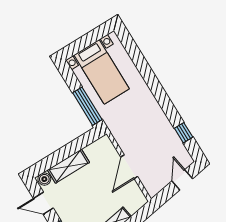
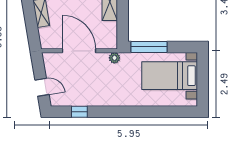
plant: (116, 131) -> (114, 58), added
door: (129, 167) -> (79, 51), width x1.36

